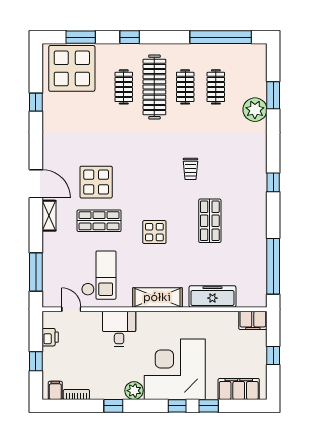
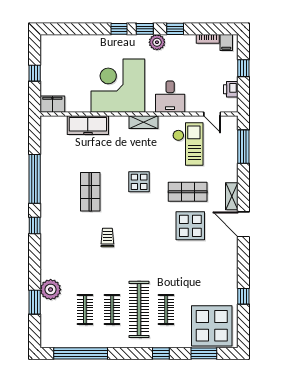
window: (273, 266) -> (35, 179), moved
checkout: (99, 275) -> (188, 144), turned 180
shelving: (157, 297) -> (144, 122), width x0.67, depth x0.75
corner desk: (175, 369) -> (118, 86), moved, turned 180
filing cabinet: (239, 389) -> (65, 44), removed
window: (209, 406) -> (145, 29), moved

